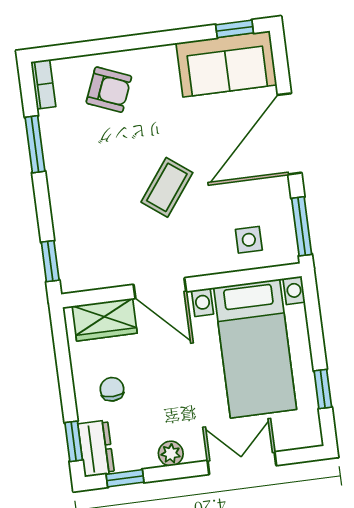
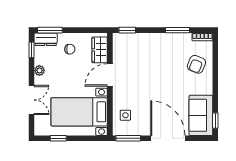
coffee table: (167, 187) -> (152, 83), removed
window: (74, 441) -> (50, 30), width x1.50

